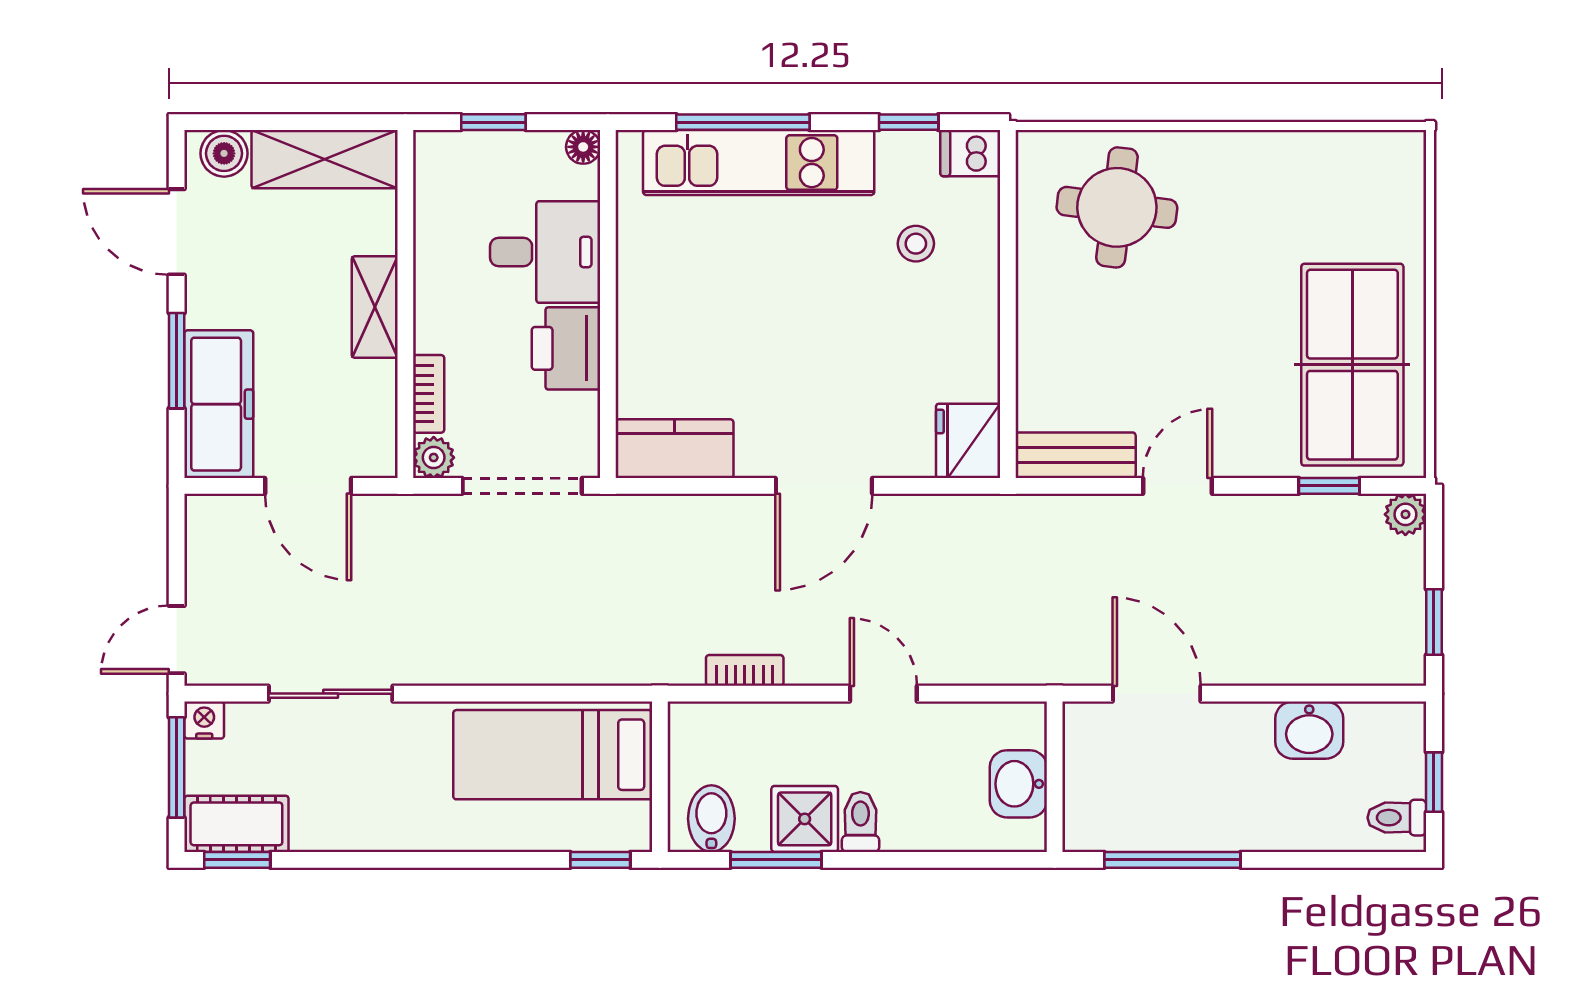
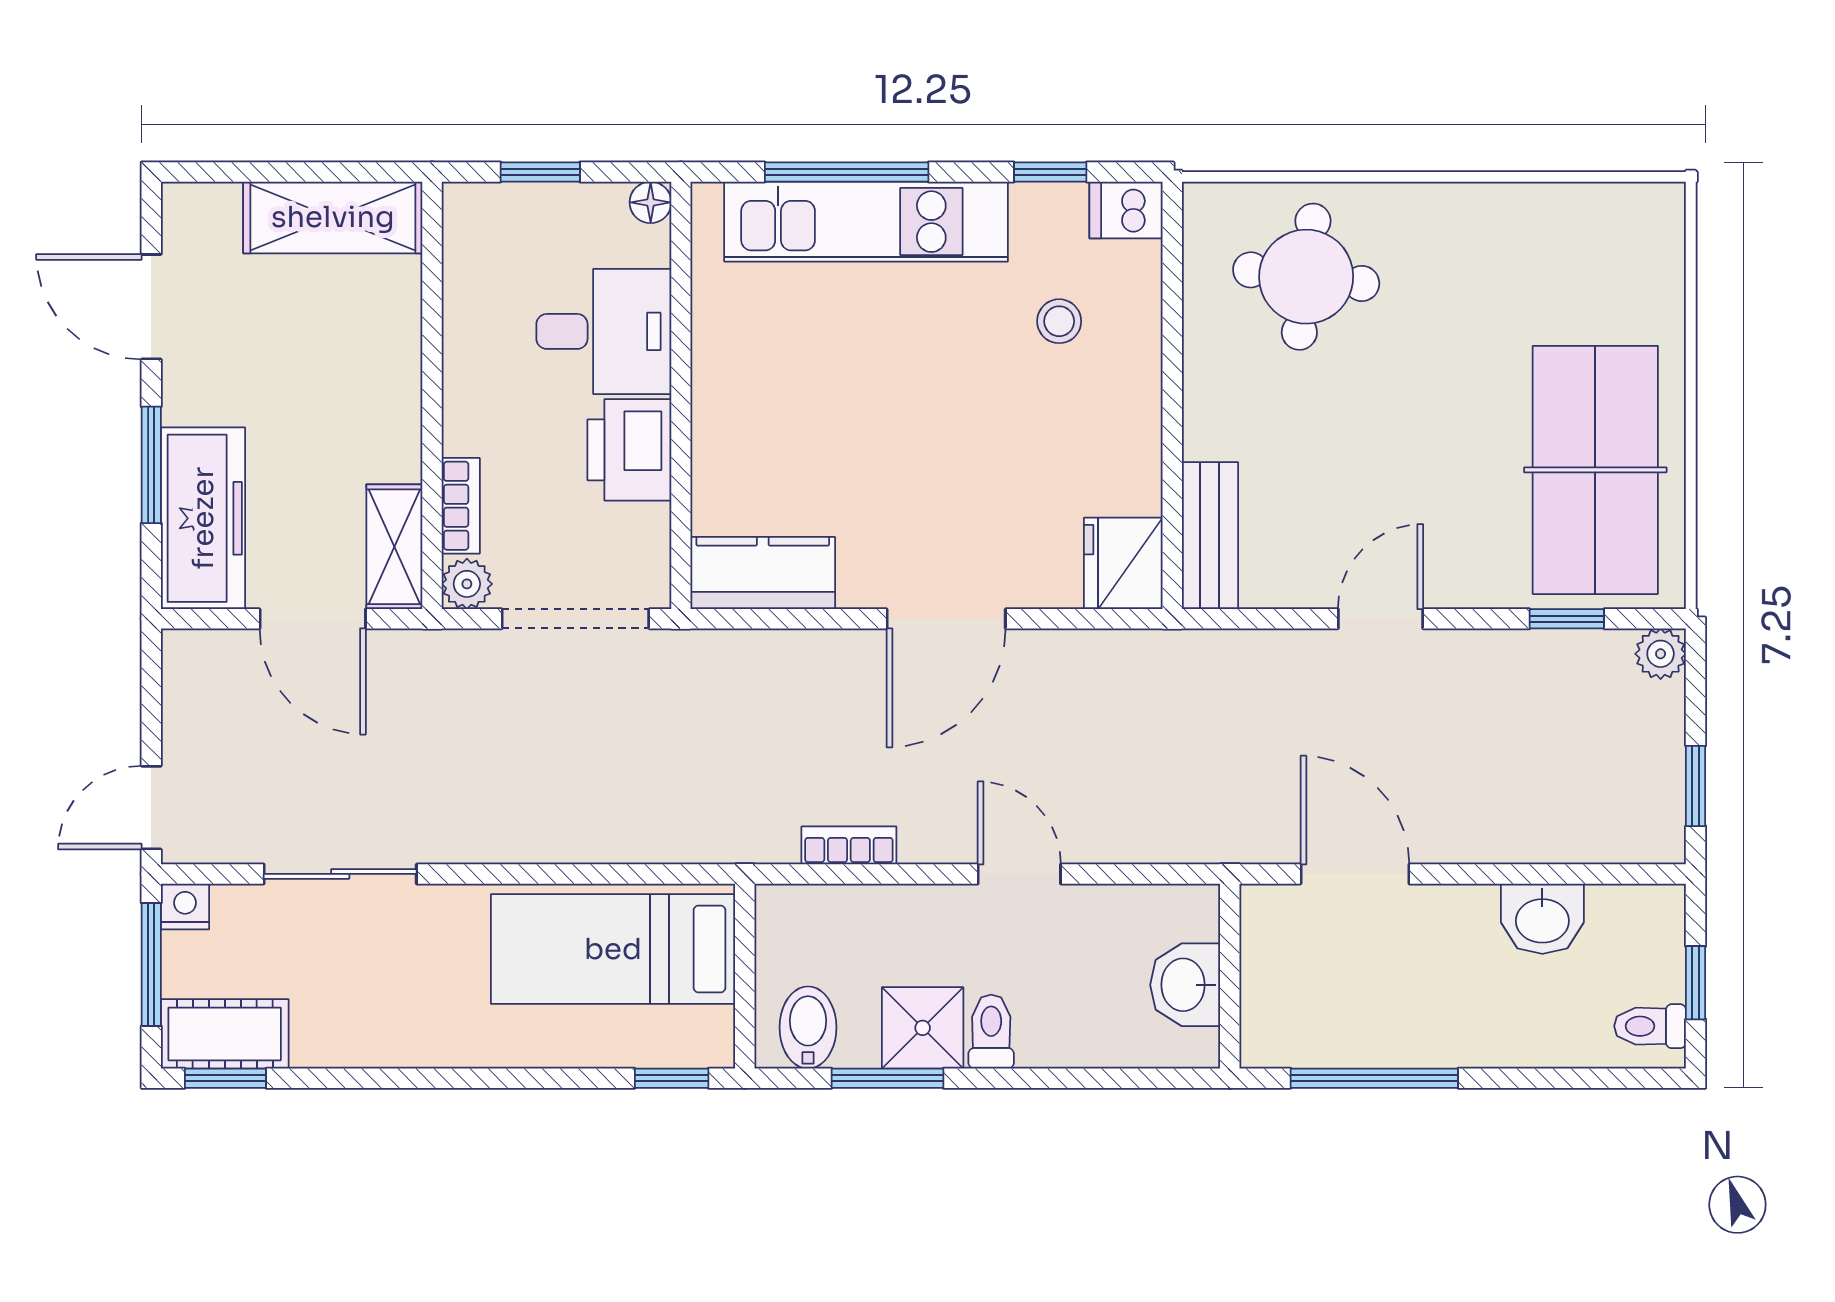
boiler: (224, 153) -> (209, 210), removed
shelving: (375, 307) -> (394, 547), moved
bench: (1076, 455) -> (1210, 536), moved, turned 90

